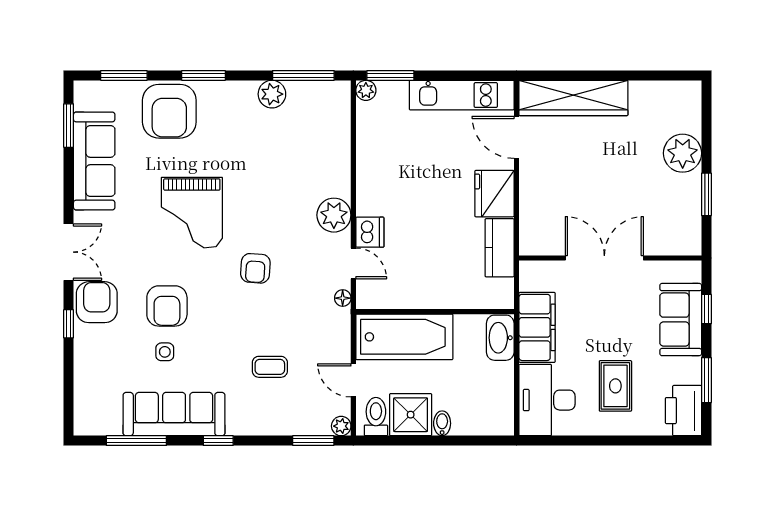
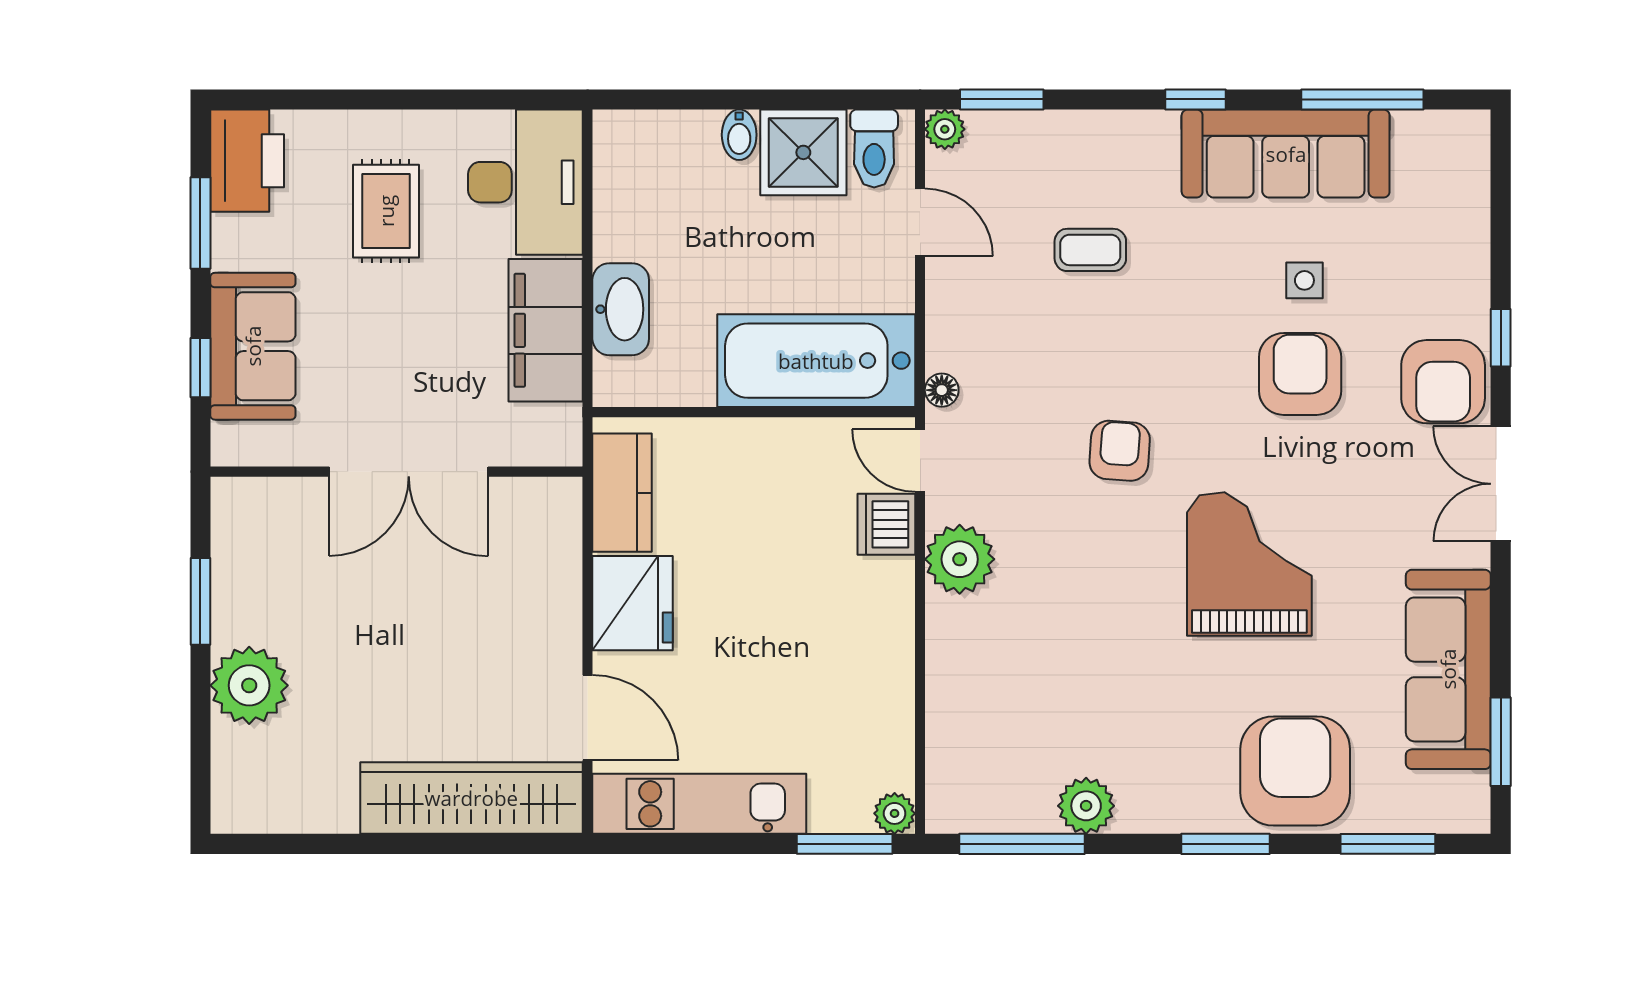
wall: (435, 312) -> (754, 412), moved
bathtub: (404, 337) -> (816, 361), moved

